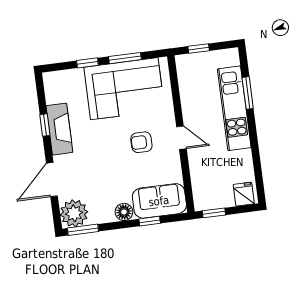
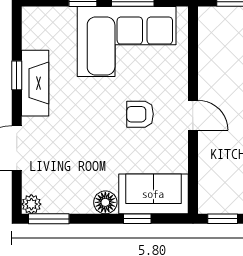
plant: (74, 213) -> (31, 204), width x0.53, depth x0.53

